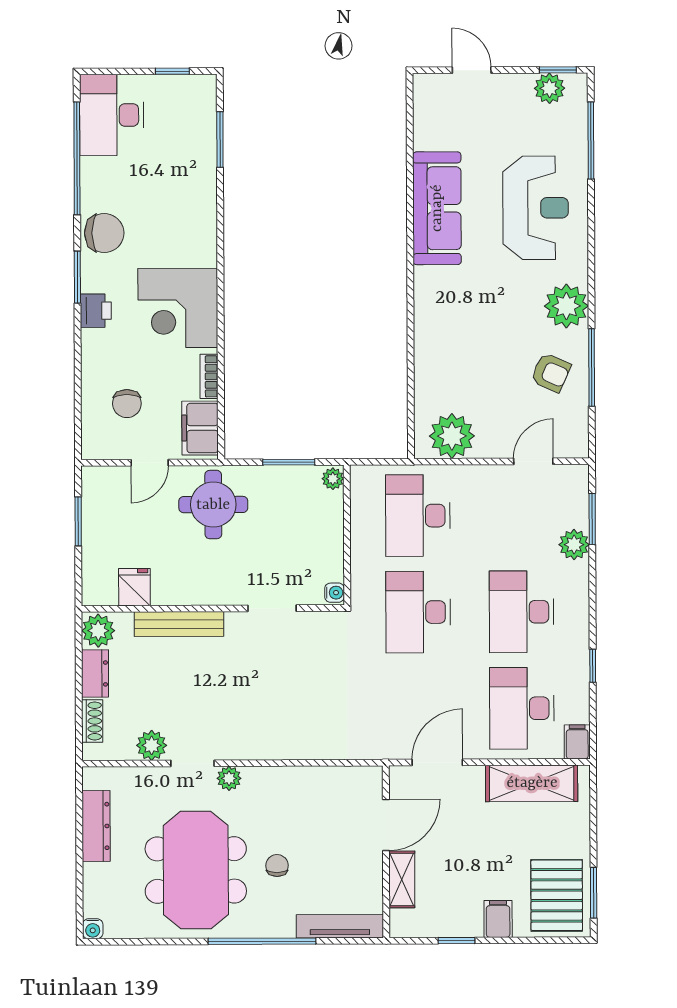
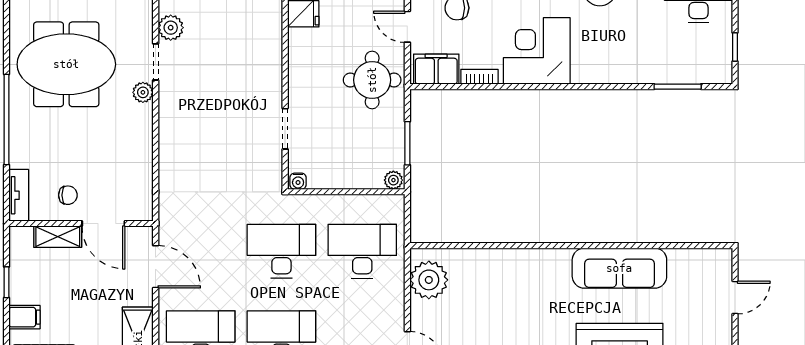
bench: (179, 624) -> (272, 51), removed
chair: (277, 866) -> (68, 195), moved
tv unit: (340, 926) -> (19, 195), width x0.71

